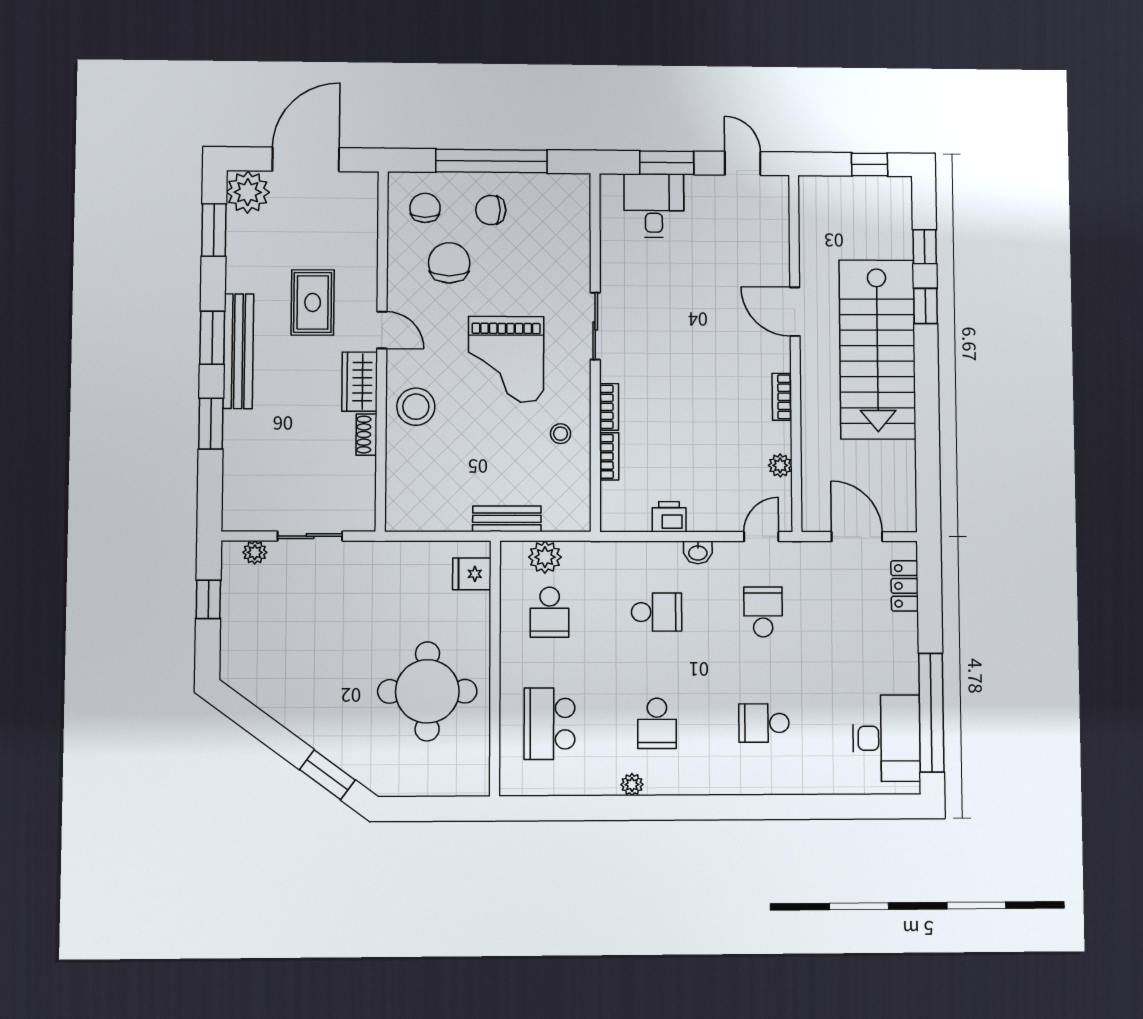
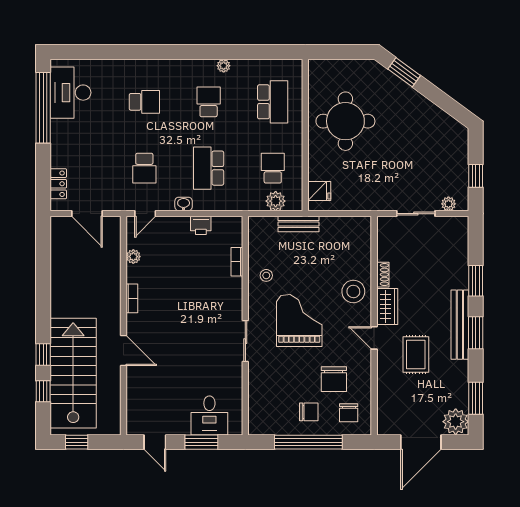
stairs: (877, 349) -> (73, 373), moved
bookcase: (609, 407) -> (237, 292), removed
school desk: (657, 612) -> (209, 168), width x1.85

